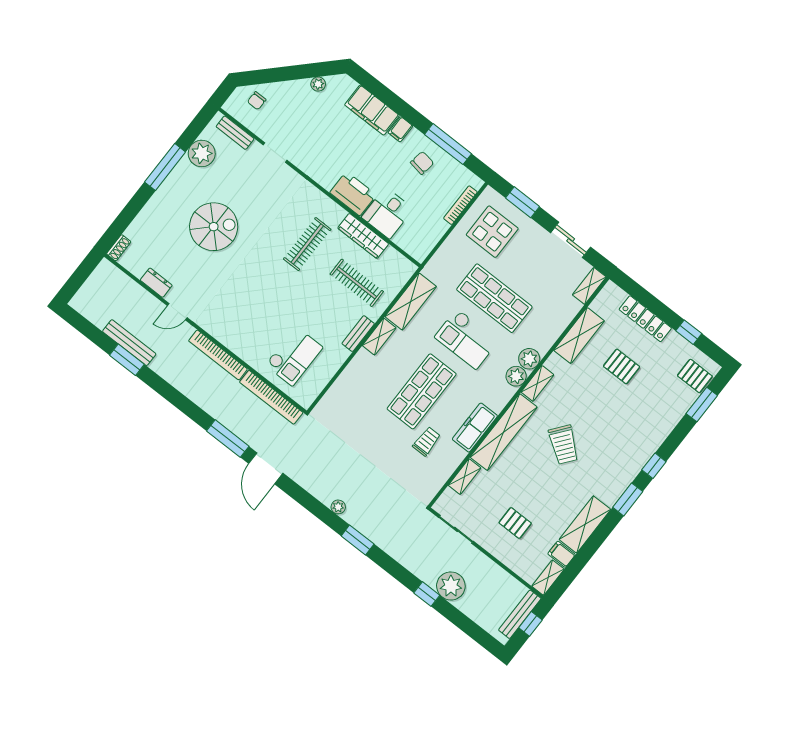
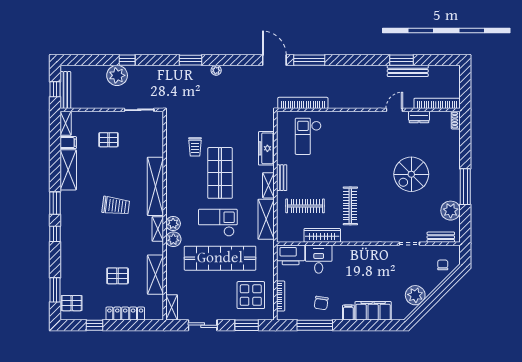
plant: (318, 84) -> (415, 295), width x1.87, depth x1.87
printer: (353, 194) -> (291, 255), moved
shop shelf: (494, 298) -> (220, 258), width x1.40
bookcase: (218, 355) -> (437, 103), moved
freezer: (475, 428) -> (266, 148), moved, turned 180
trolley: (564, 445) -> (116, 206), turned 149
shelving: (465, 477) -> (158, 144), removed

